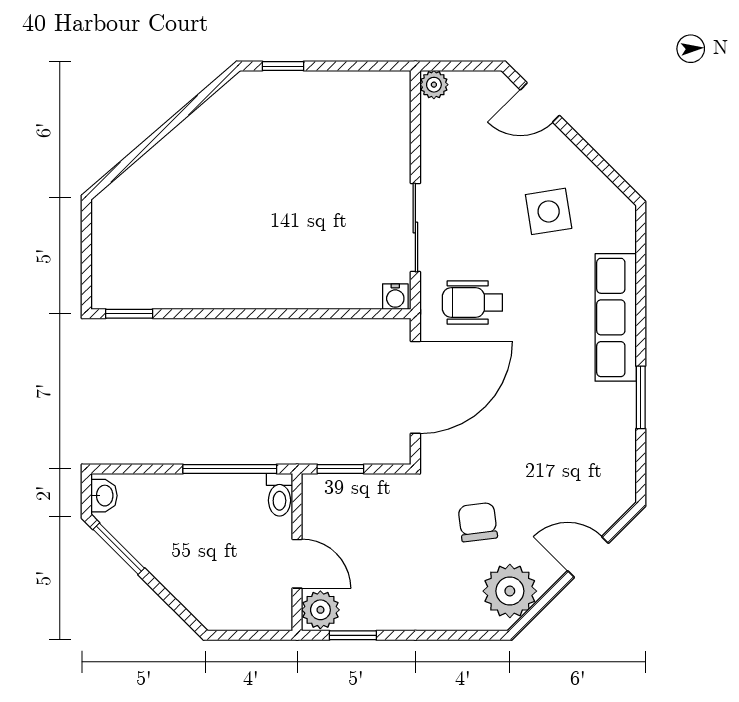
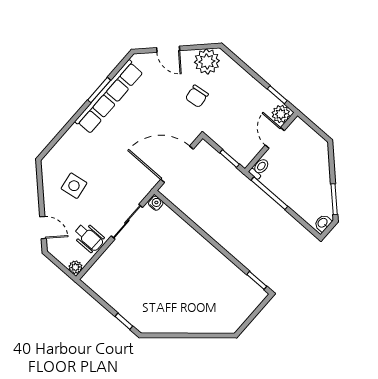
wheelchair: (472, 303) -> (89, 237), moved
row of seats: (616, 317) -> (109, 97), moved, width x1.36

